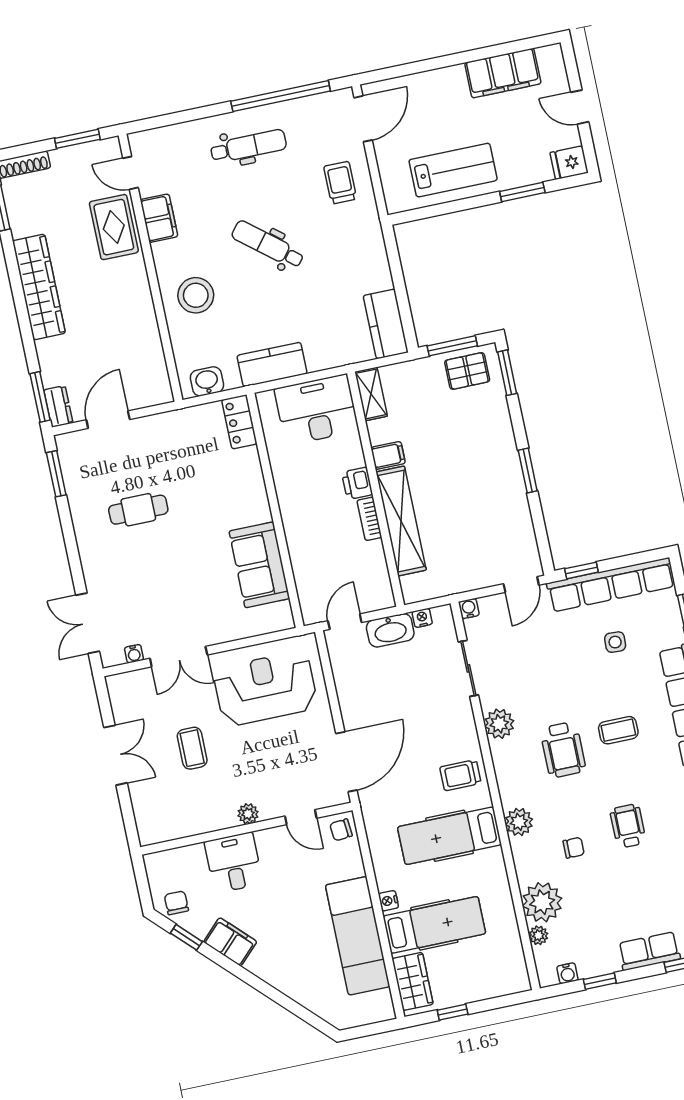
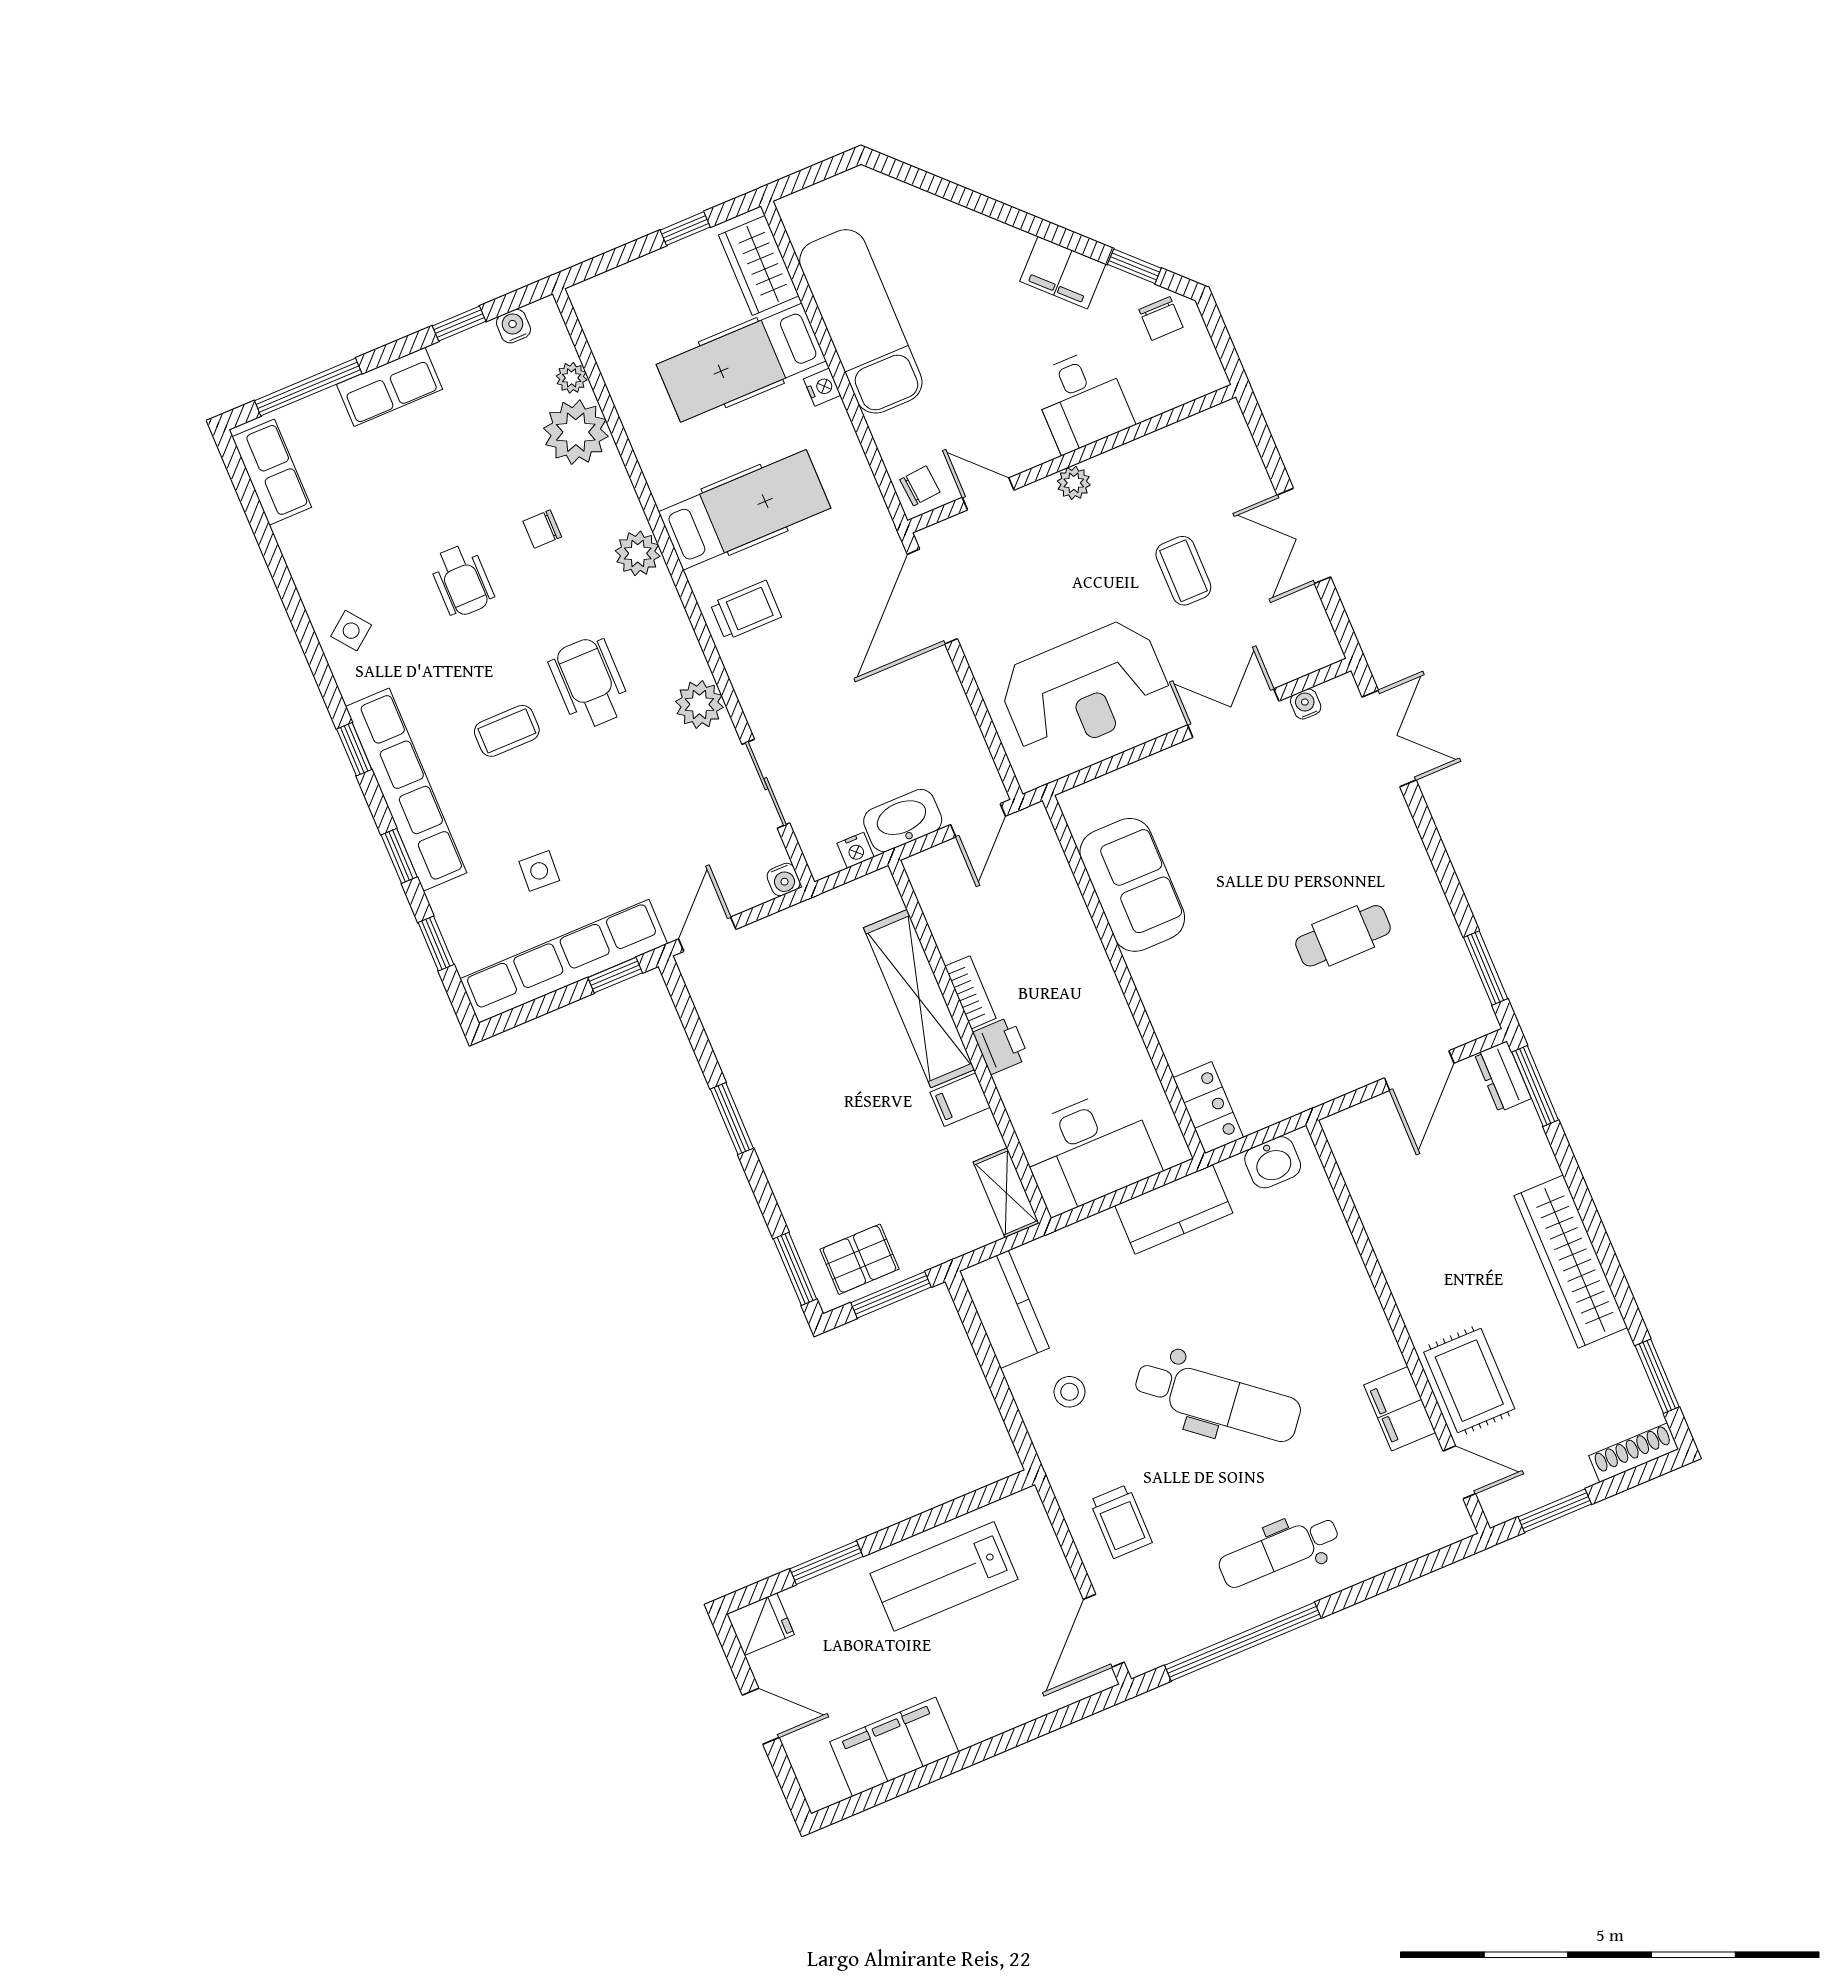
dental chair: (268, 245) -> (1217, 1400), width x1.36, depth x1.38
stool: (196, 295) -> (1069, 1392), moved, width x0.53, depth x0.53

